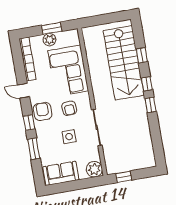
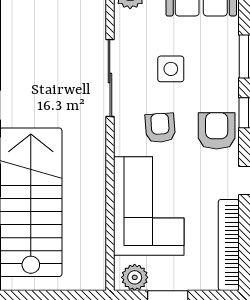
plant: (49, 40) -> (135, 277), moved
armchair: (43, 111) -> (217, 131), turned 180

